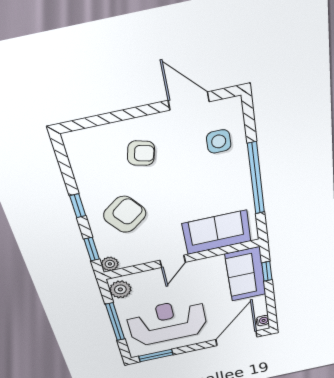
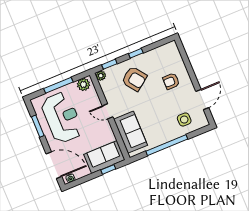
armchair: (141, 153) -> (171, 81), turned 75
window: (156, 356) -> (38, 126), moved

